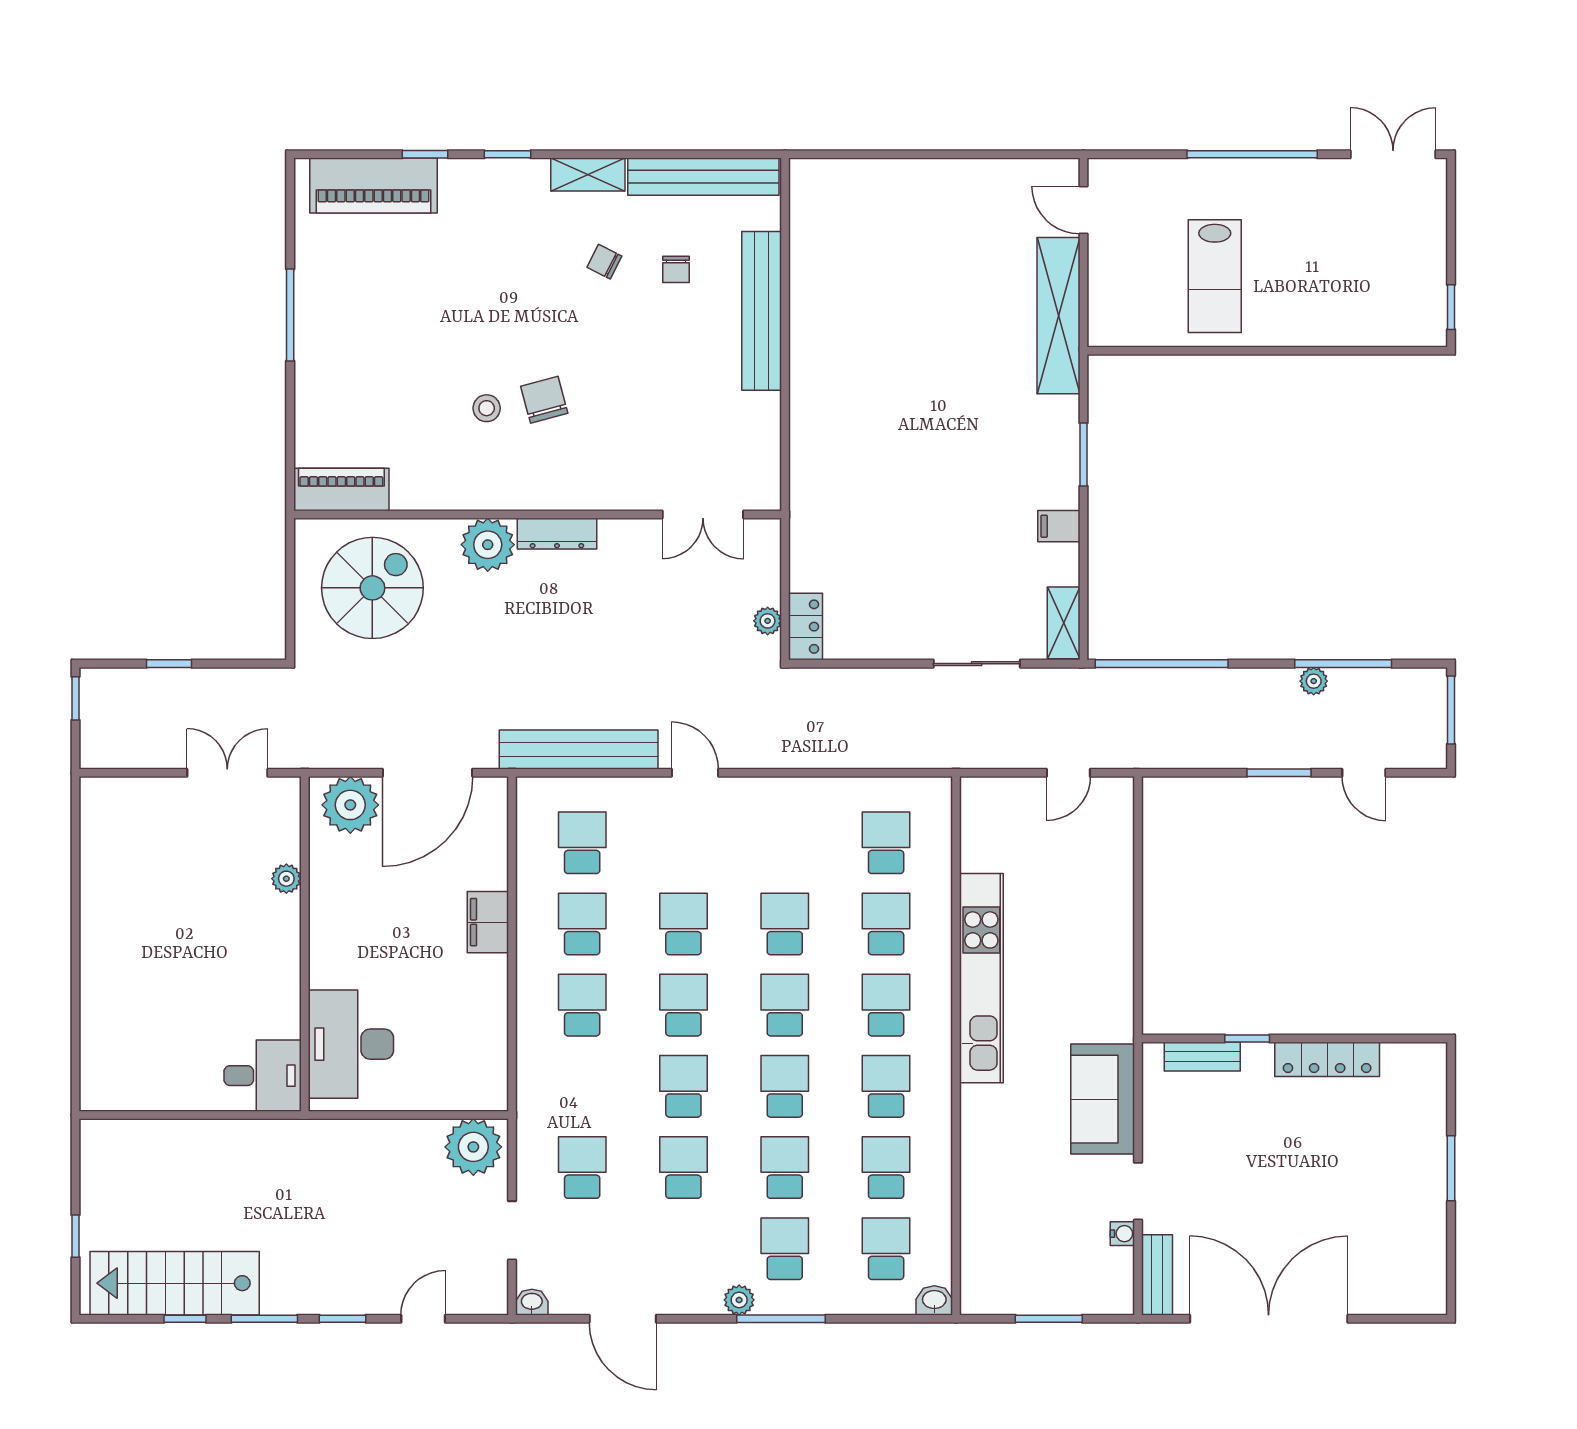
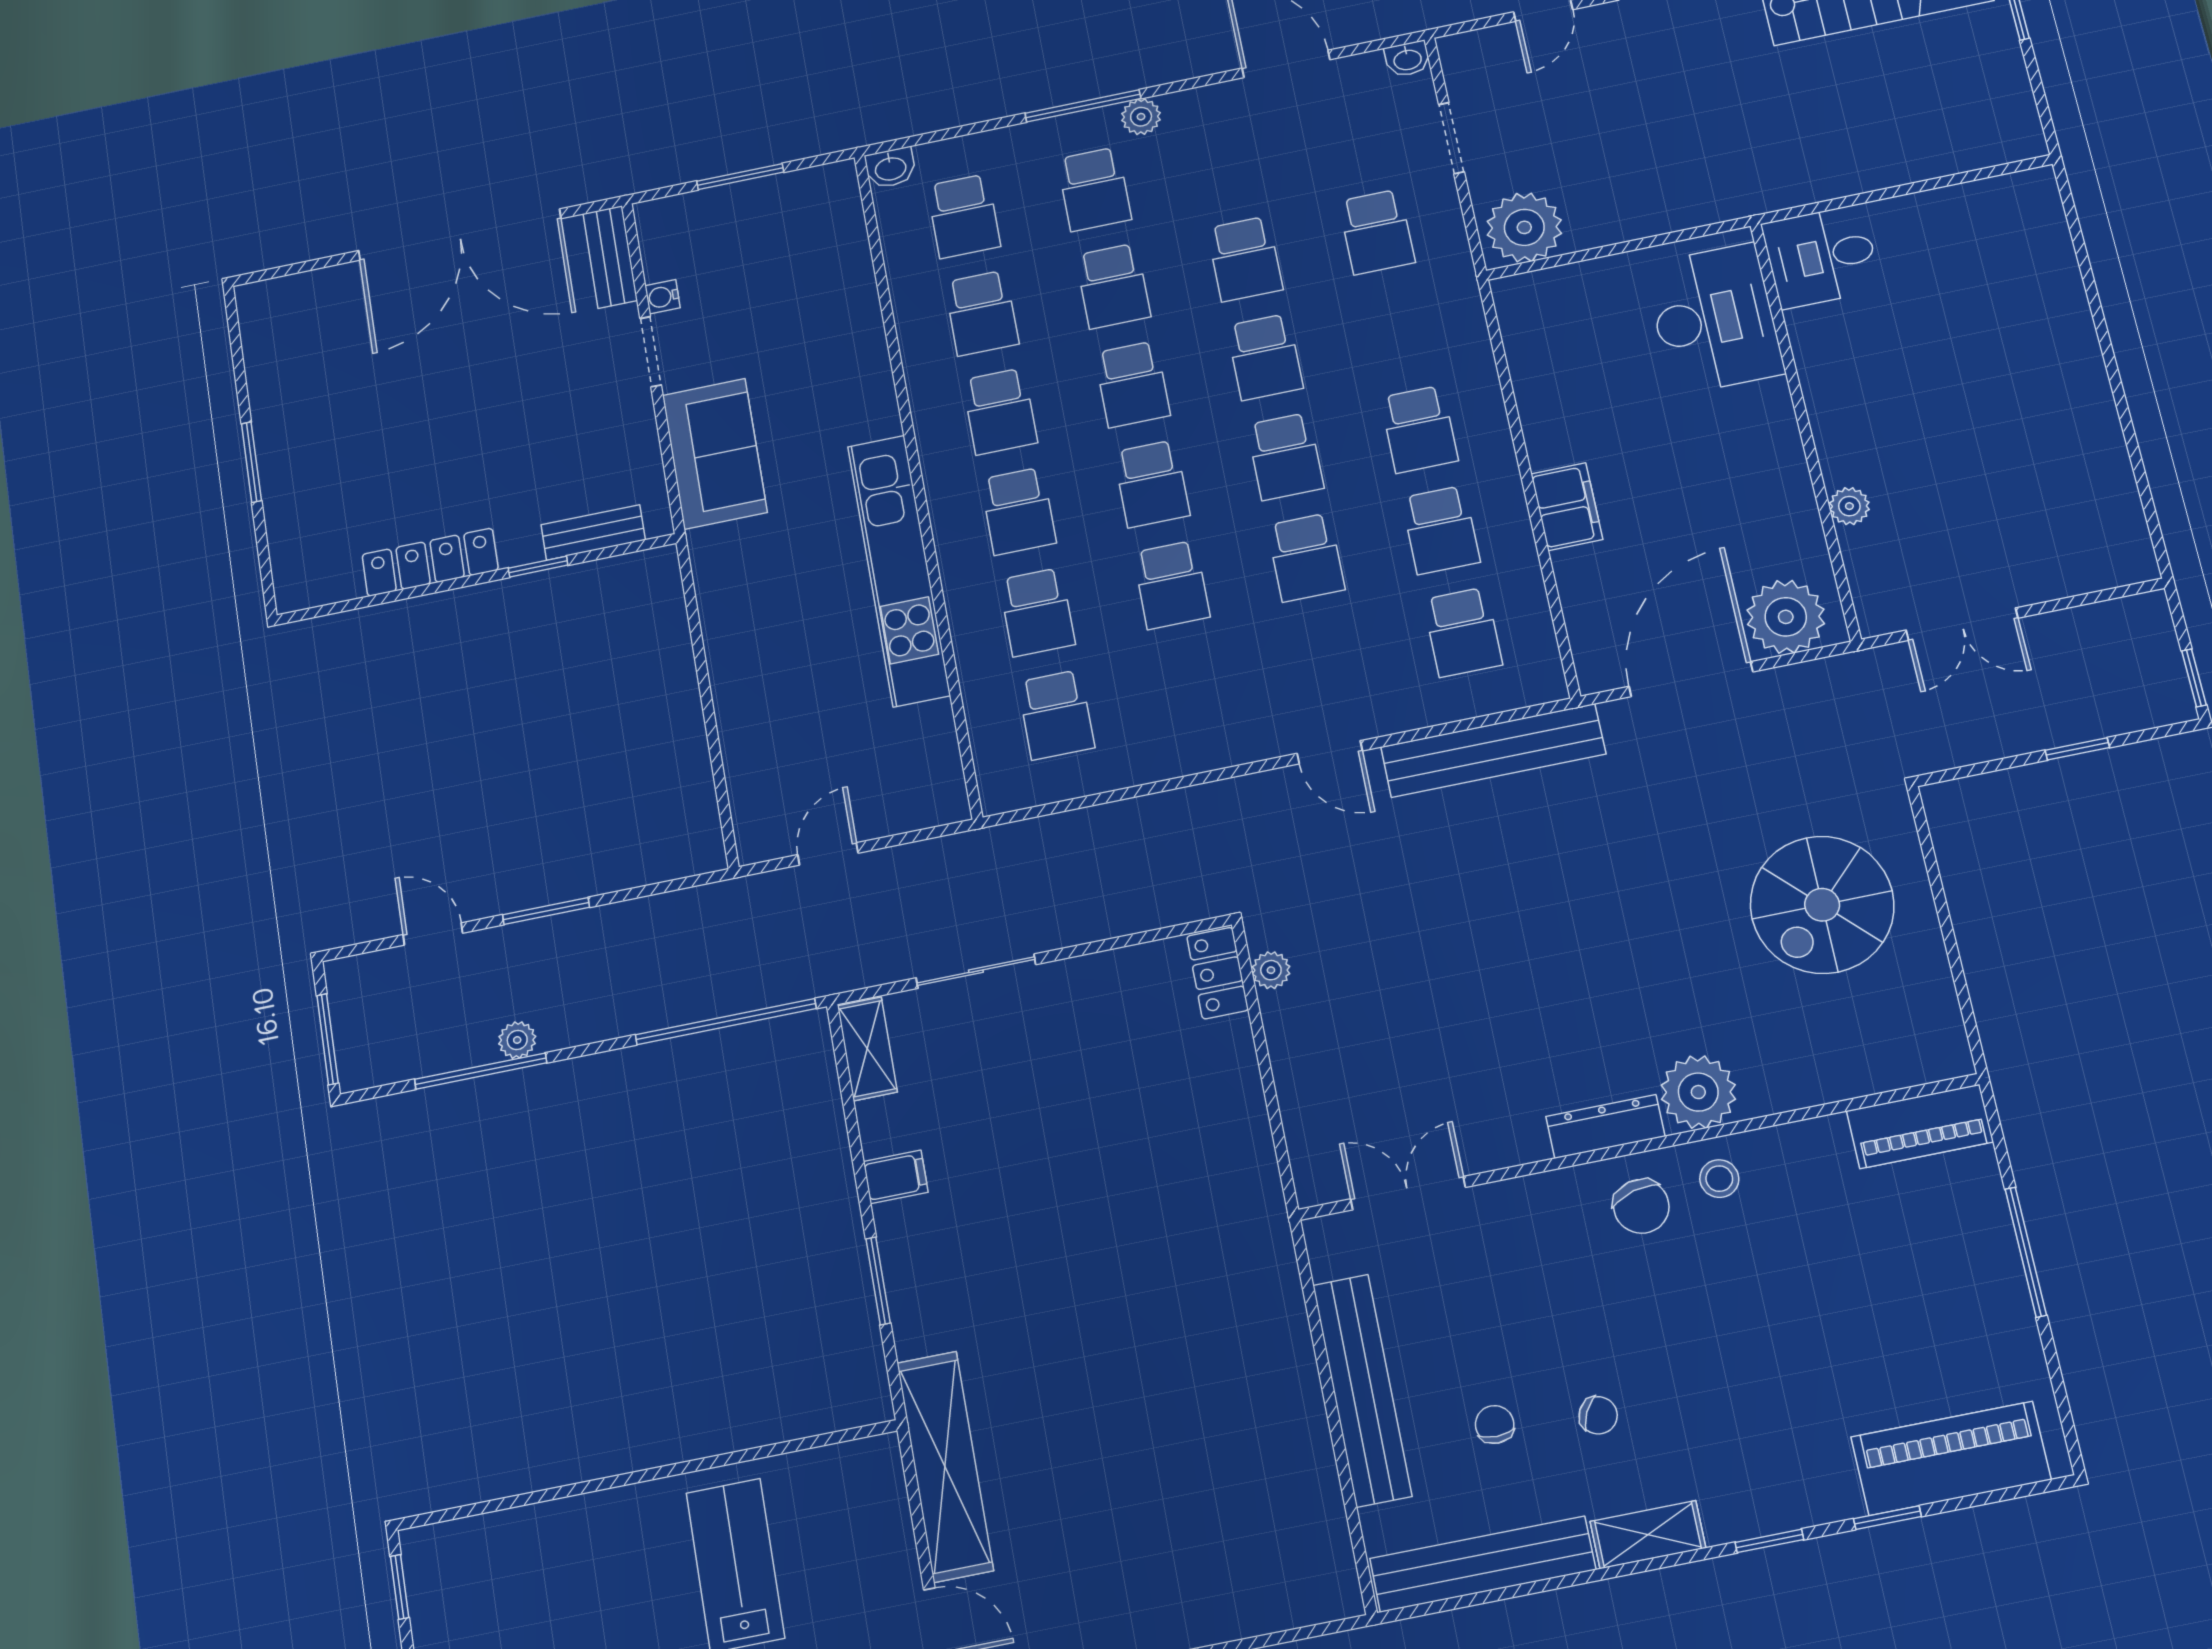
piano: (341, 489) -> (1920, 1126), moved
wall: (538, 514) -> (1638, 1147), moved
double door: (703, 514) -> (1408, 1193), moved
dresser: (557, 534) -> (1605, 1126), moved
plant: (488, 545) -> (1698, 1092), moved

